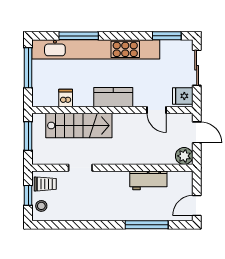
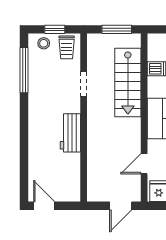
plant: (184, 156) -> (96, 193), removed
workbench: (148, 180) -> (70, 133), moved
window: (147, 225) -> (24, 70), moved

